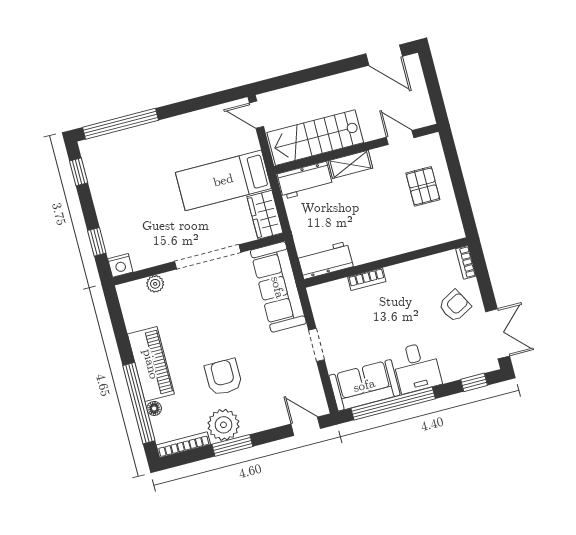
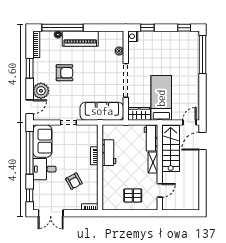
door: (384, 55) -> (202, 141), moved
workbench: (325, 260) -> (109, 153), moved
armchair: (455, 306) -> (74, 181), moved
plant: (223, 425) -> (41, 91), moved

